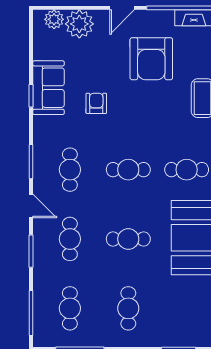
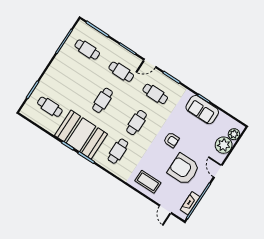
armchair: (96, 103) -> (171, 140), moved
cafe table: (128, 308) -> (50, 107), moved

